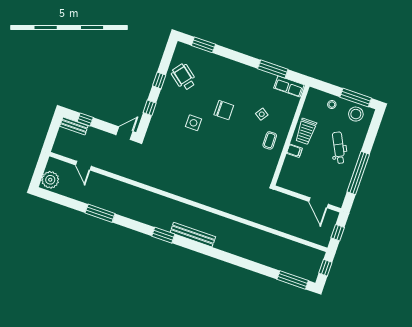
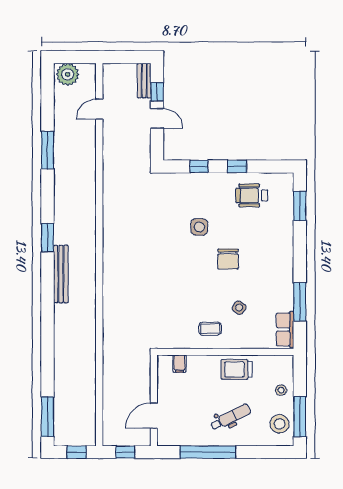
wheelchair: (184, 77) -> (252, 195), turned -128
door: (124, 133) -> (157, 118), moved
filing cabinet: (294, 151) -> (180, 364), moved

